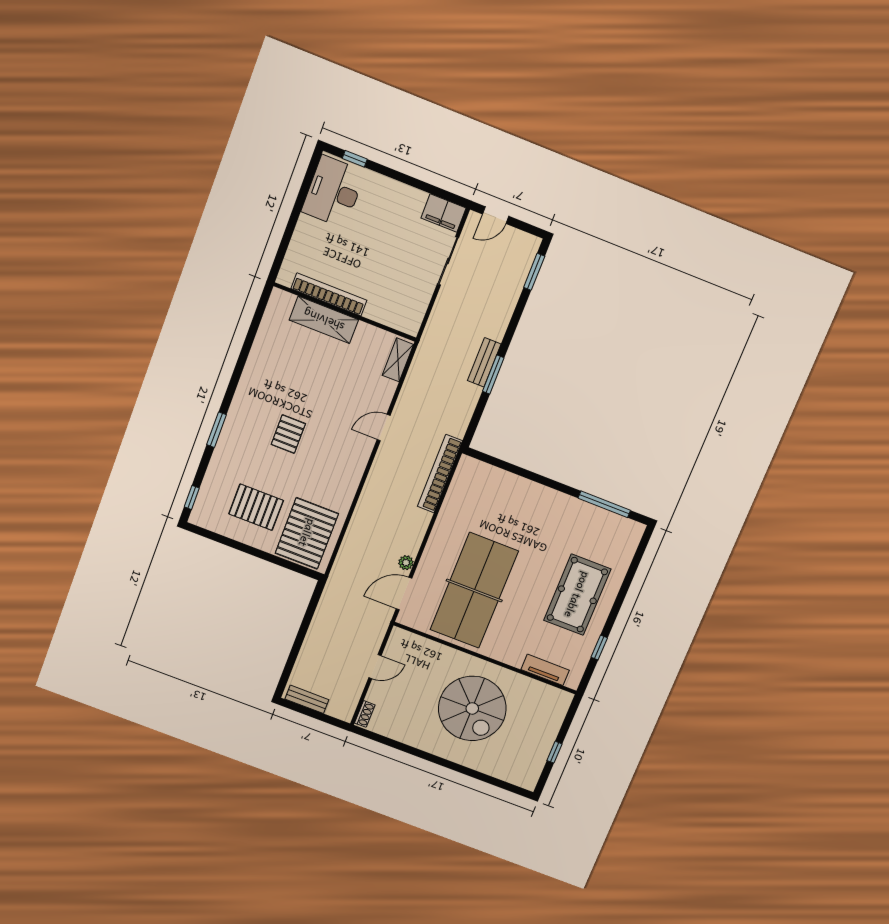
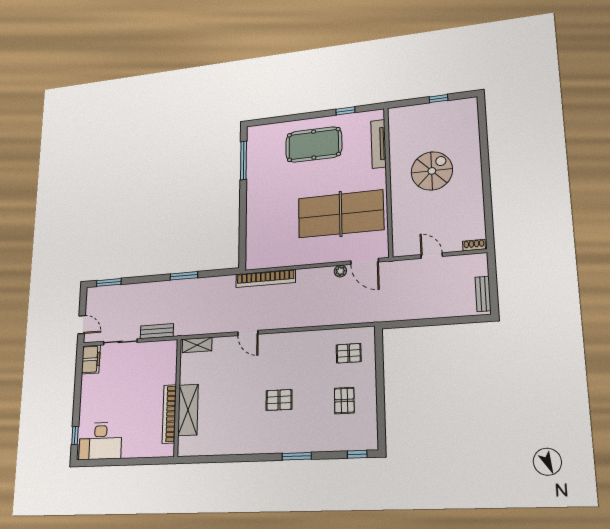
bench: (484, 362) -> (157, 331), moved
pallet: (256, 507) -> (344, 401), width x0.67, depth x0.71
pallet: (307, 533) -> (349, 353), width x0.49, depth x0.50
tv unit: (545, 670) -> (379, 144), width x1.41
spiral stairs: (472, 708) -> (432, 171), width x0.73, depth x0.73

